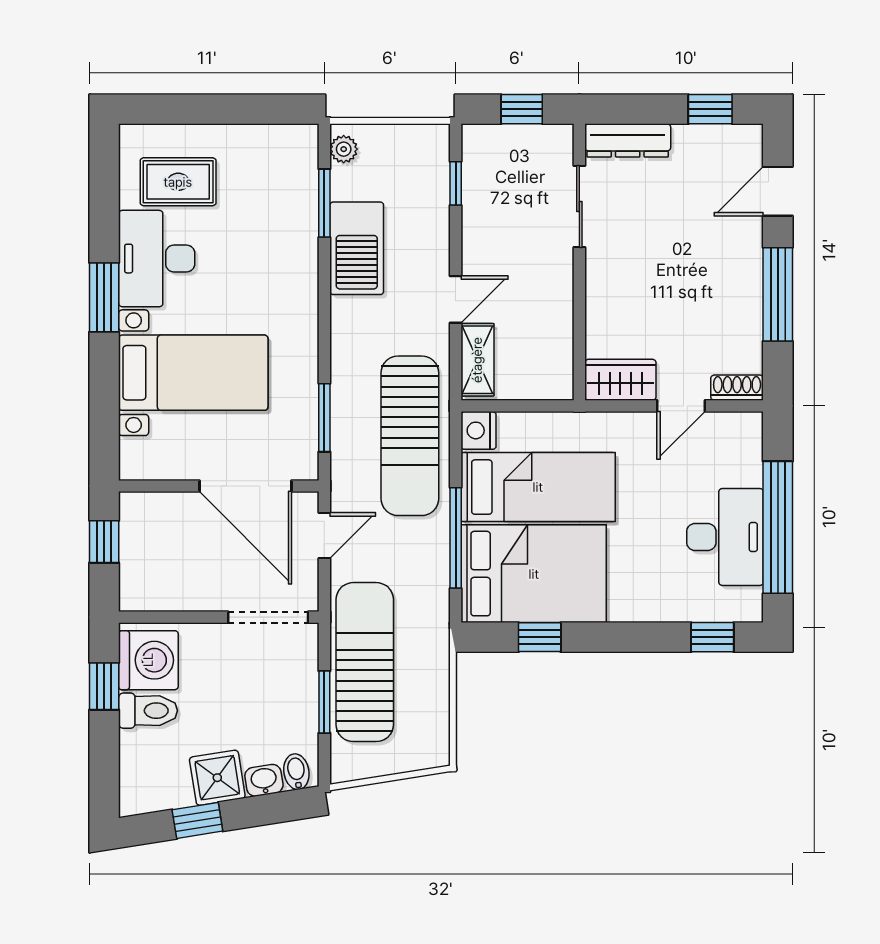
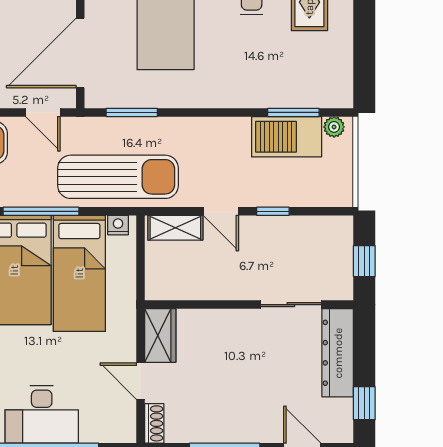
dresser: (628, 140) -> (338, 353), width x1.37, depth x1.24
window: (456, 183) -> (273, 211), moved
barbecue: (357, 248) -> (287, 137), moved
nightstand: (478, 430) -> (118, 225), width x0.72, depth x0.74
sun lounger: (410, 436) -> (118, 177), turned 180

